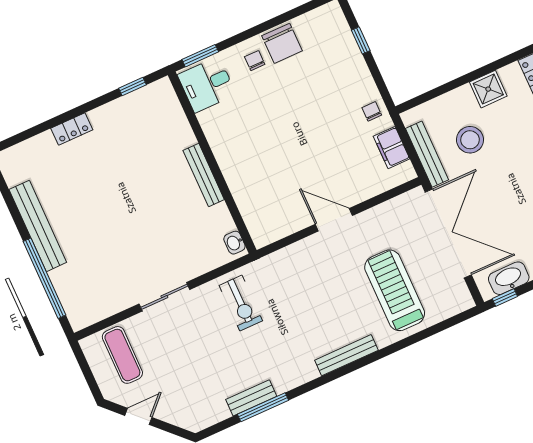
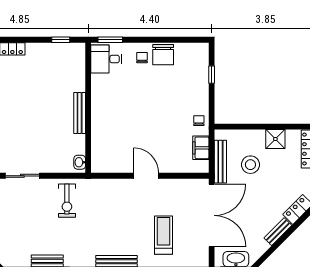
treadmill: (395, 290) -> (164, 235), width x0.73, depth x0.73

